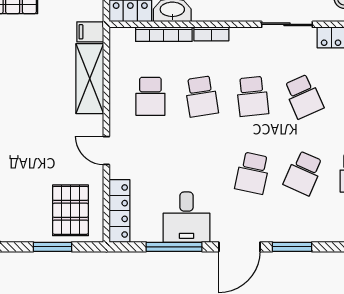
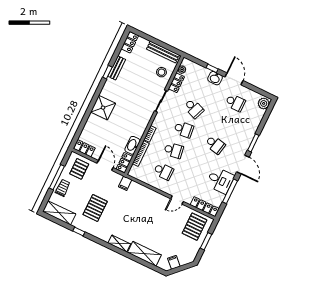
shelving: (90, 79) -> (144, 193), removed
school desk: (303, 96) -> (194, 108), turned 45
school desk: (303, 173) -> (225, 124), removed
pallet: (70, 210) -> (195, 227), turned 90

